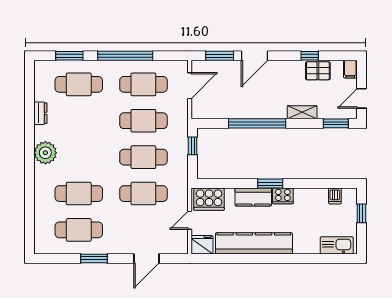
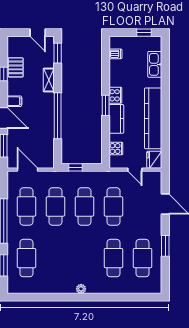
filing cabinet: (350, 69) -> (14, 101), moved
dresser: (40, 113) -> (49, 289), removed
plant: (45, 153) -> (81, 289), width x0.53, depth x0.53
cooker: (209, 199) -> (116, 149), width x0.53, depth x0.76
window: (361, 213) -> (144, 33), moved
kitchen sink: (337, 245) -> (155, 64), moved

